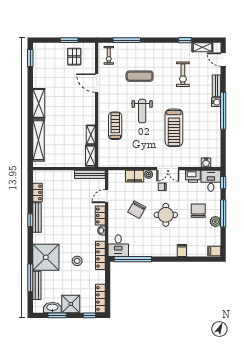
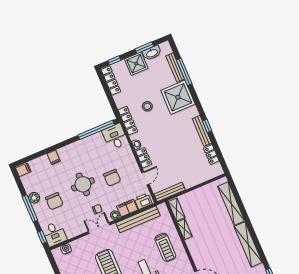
shelving: (39, 103) -> (248, 244), width x1.47
bench: (129, 162) -> (138, 219), added
printer: (193, 176) -> (143, 201), moved
chair: (137, 210) -> (112, 178), turned 151

